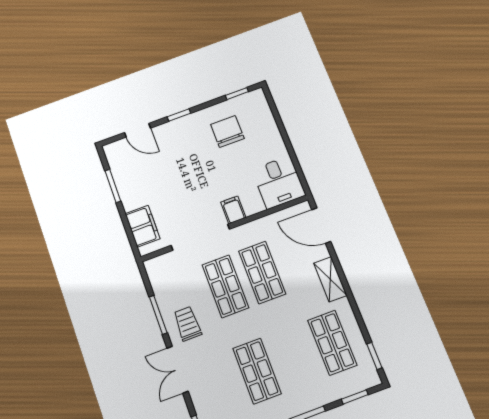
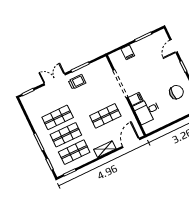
desk: (279, 182) -> (147, 111), moved
filing cabinet: (143, 226) -> (128, 52), width x0.50
shop shelf: (225, 286) -> (66, 135), moved

